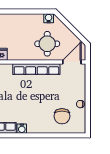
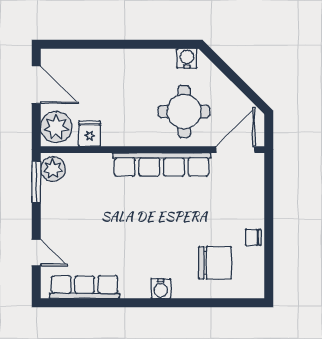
chair: (62, 116) -> (215, 263), turned -90
water cooler: (22, 129) -> (161, 289), moved

